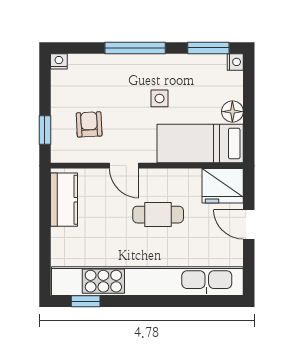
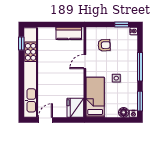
floor lamp: (232, 112) -> (124, 112), moved
window: (45, 130) -> (122, 24), moved
cafe table: (158, 215) -> (62, 77), removed
door: (249, 224) -> (45, 120), moved

